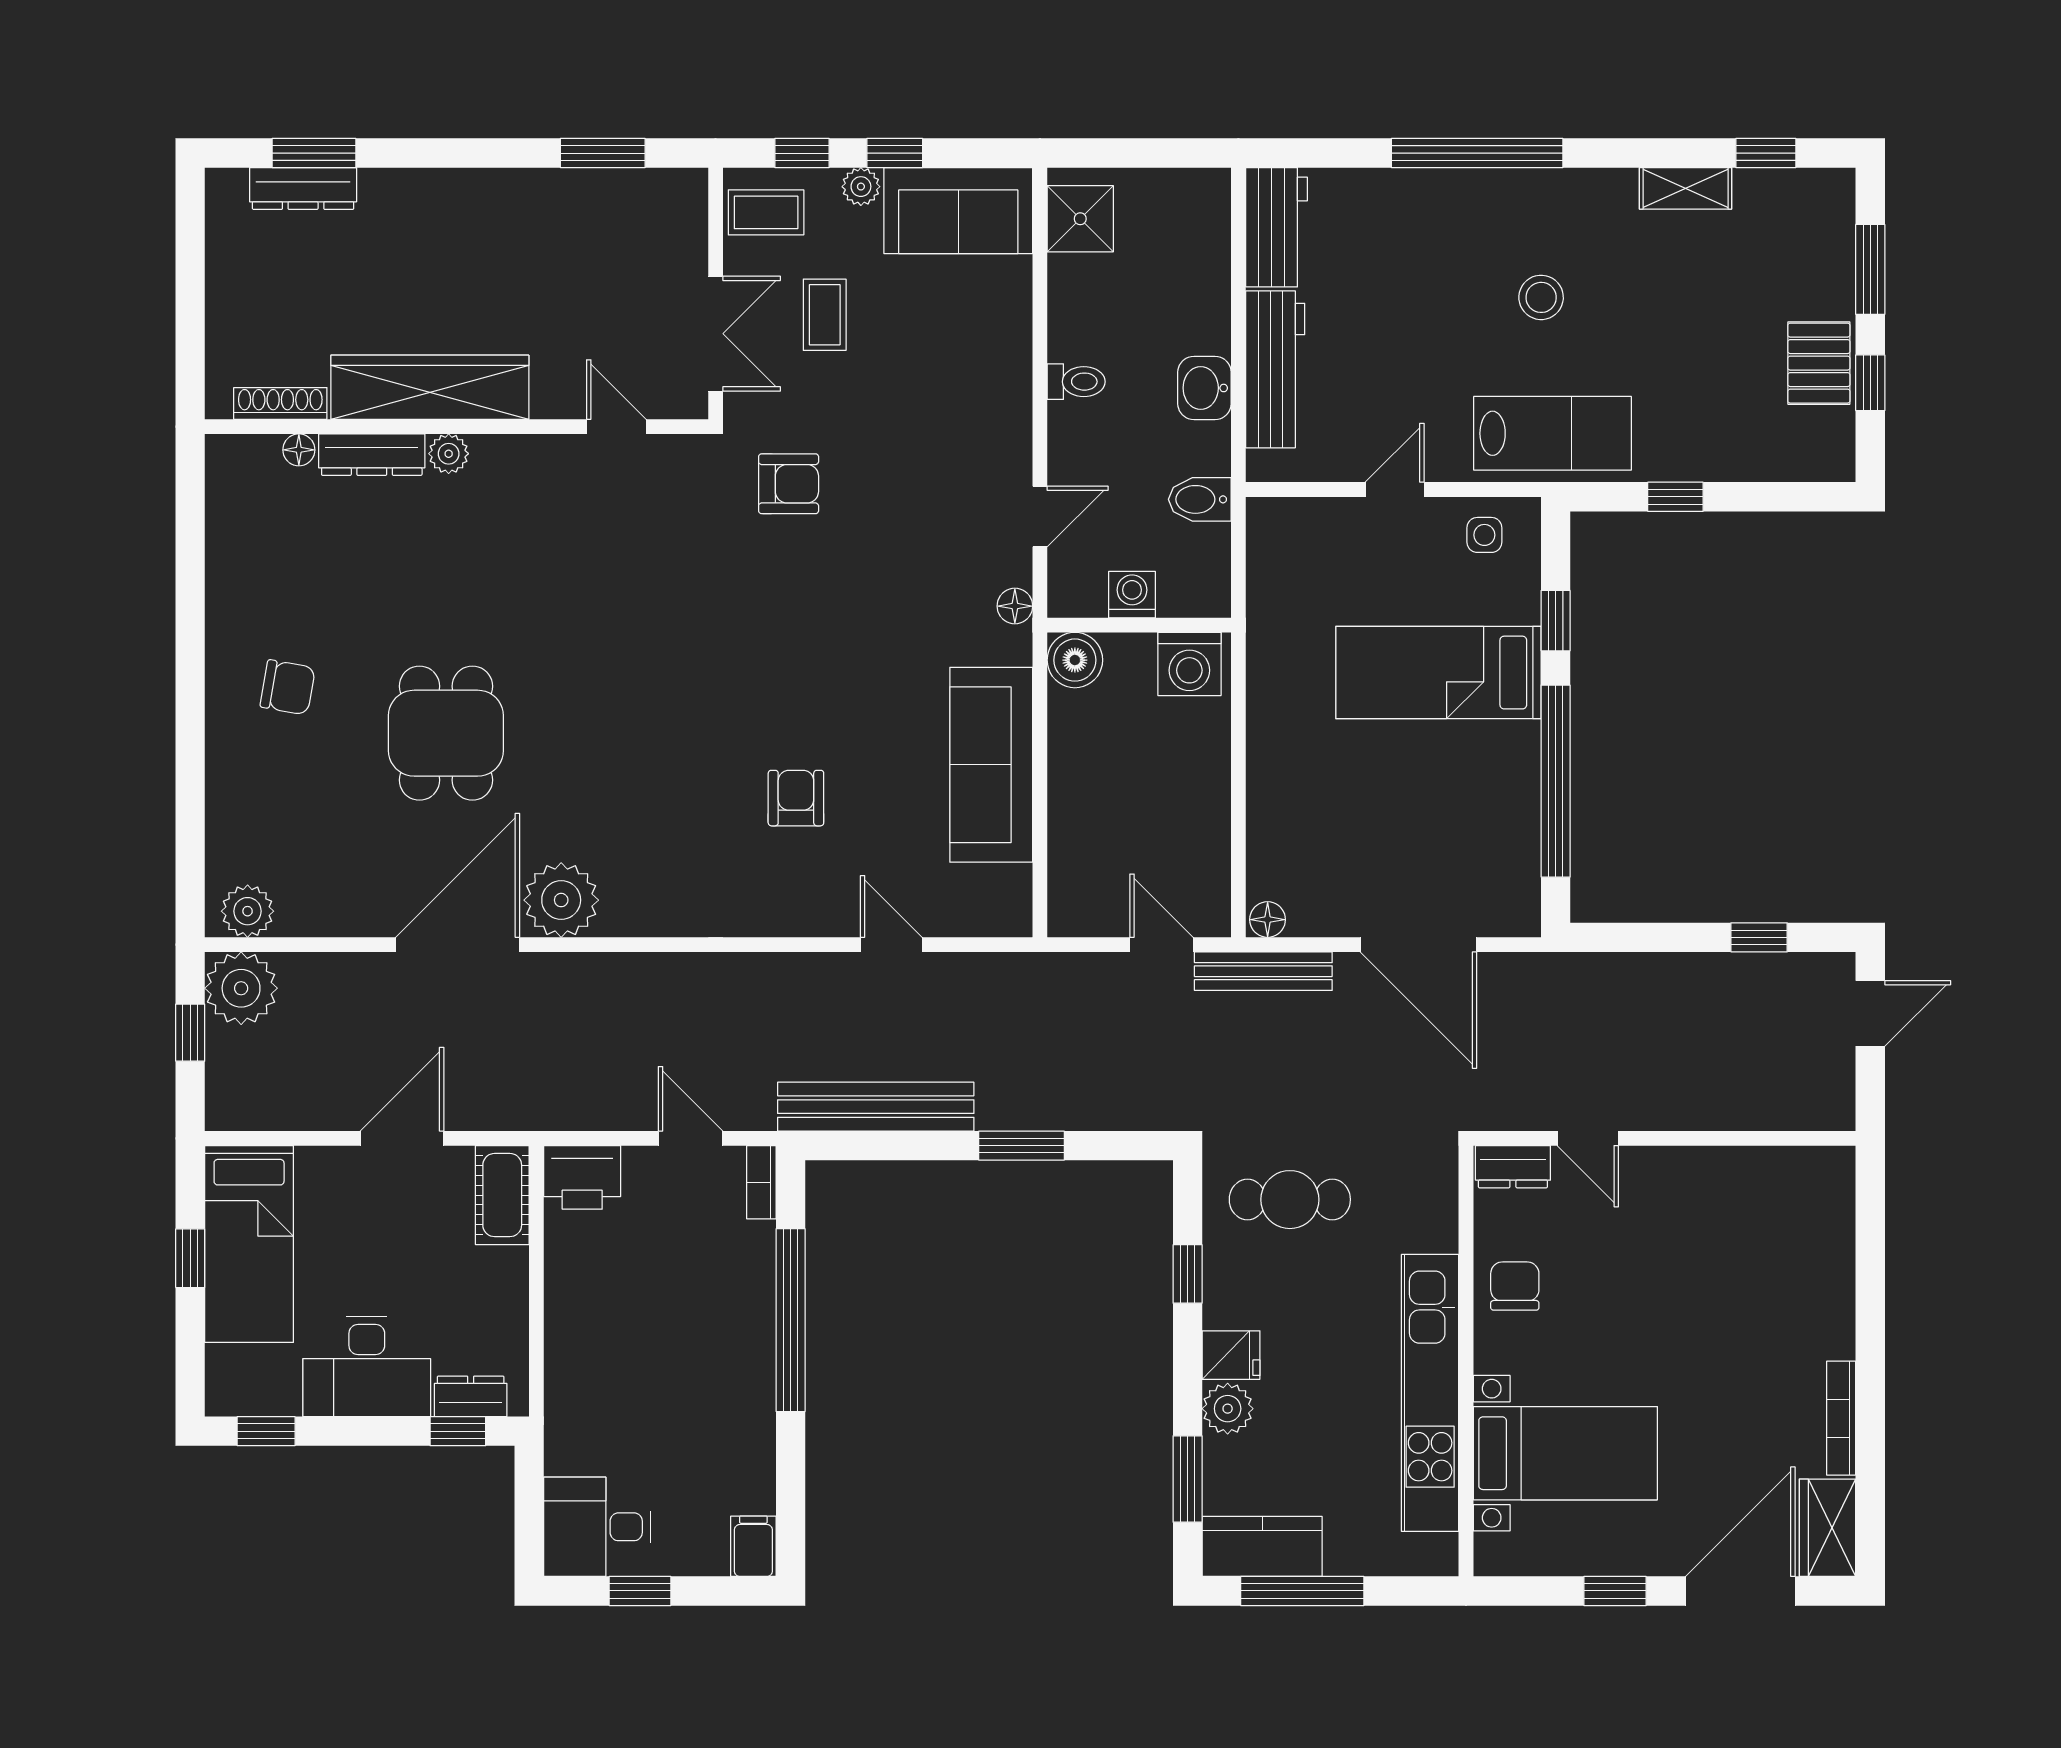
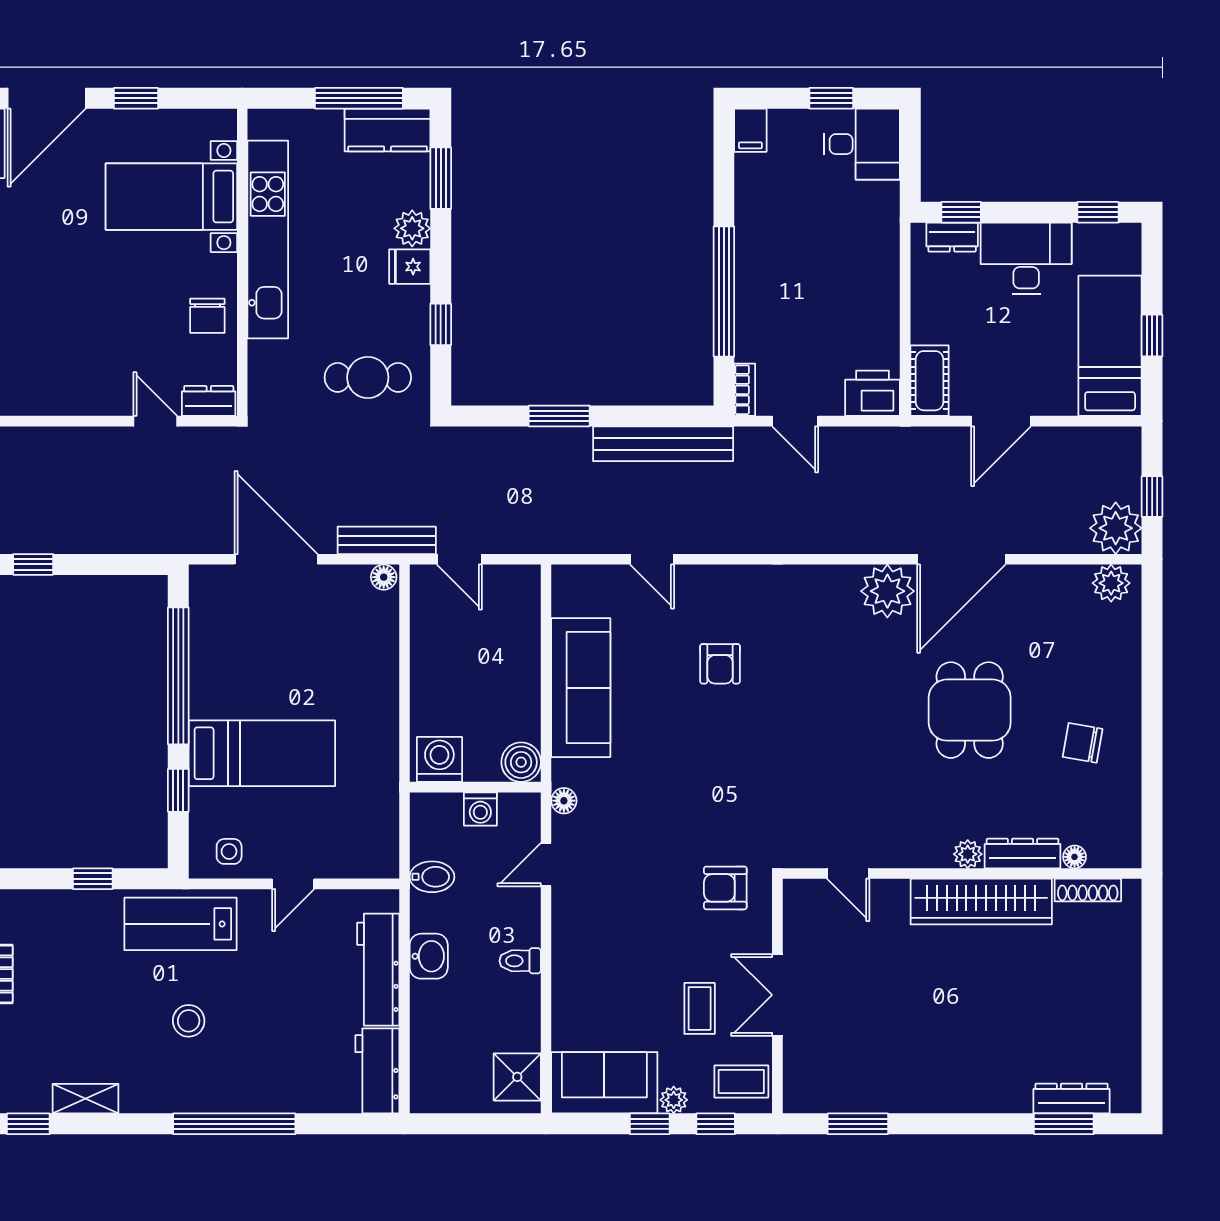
wardrobe: (430, 387) -> (981, 902), moved
shoe rack: (280, 403) -> (1088, 890), moved
wall: (456, 427) -> (962, 873), moved
door: (616, 427) -> (848, 873), moved
floor lamp: (299, 450) -> (1075, 857), moved
plant: (449, 454) -> (968, 854), moved
dresser: (372, 455) -> (1023, 853), moved

